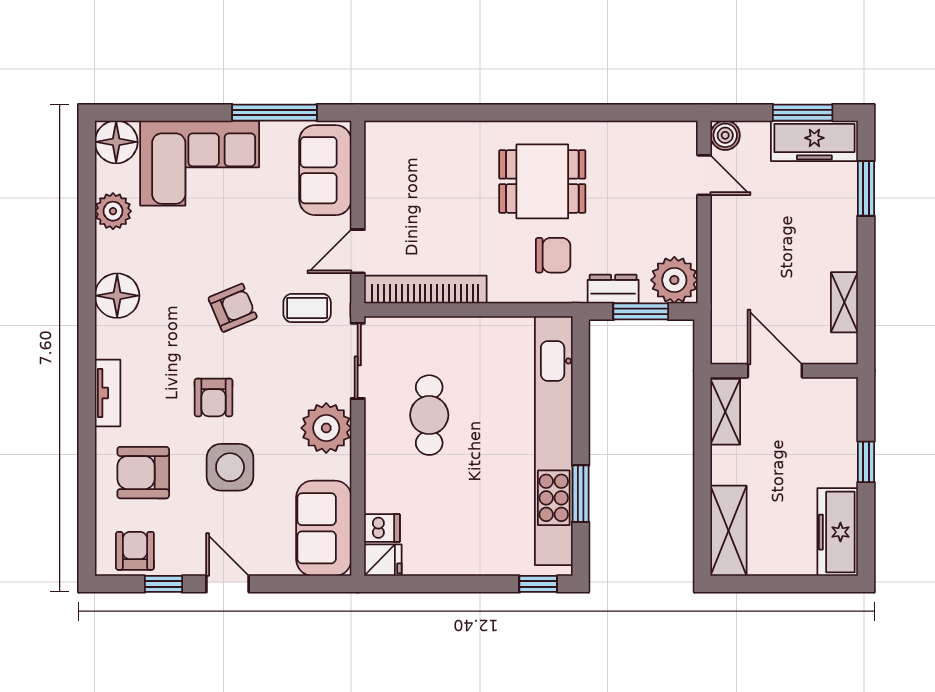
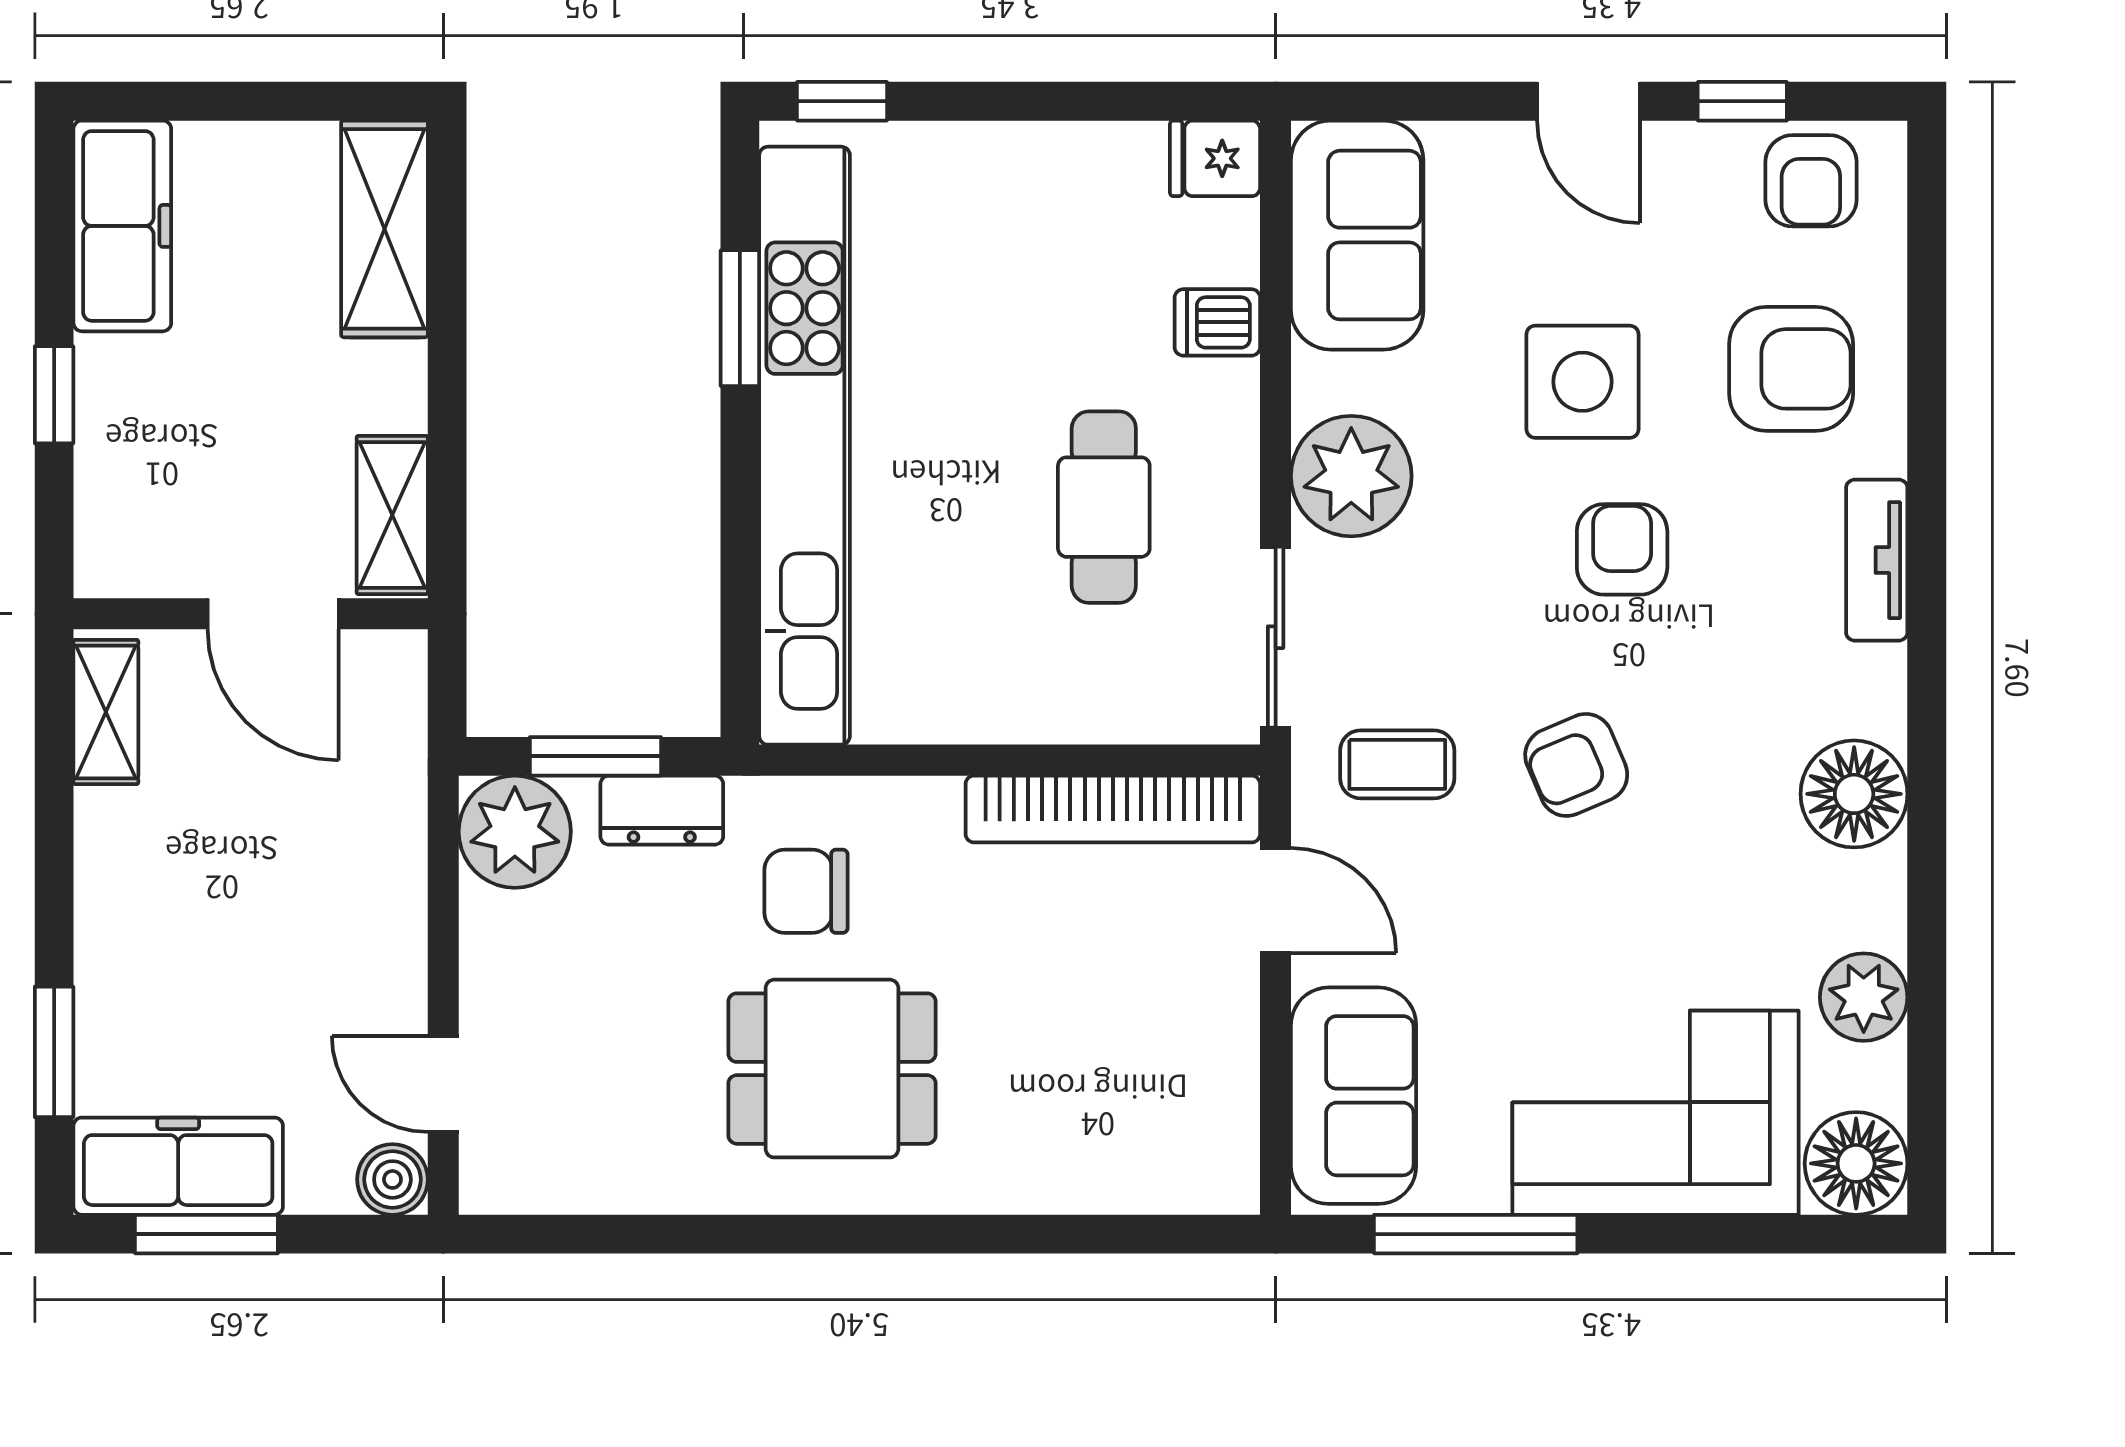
door: (358, 251) -> (1276, 901), hinge flipped
shelving: (844, 302) -> (106, 712), moved
dishwasher: (382, 528) -> (1217, 322), moved

